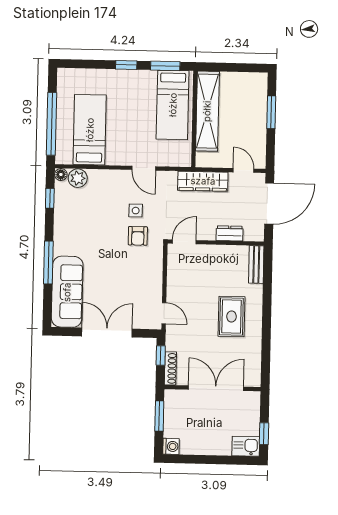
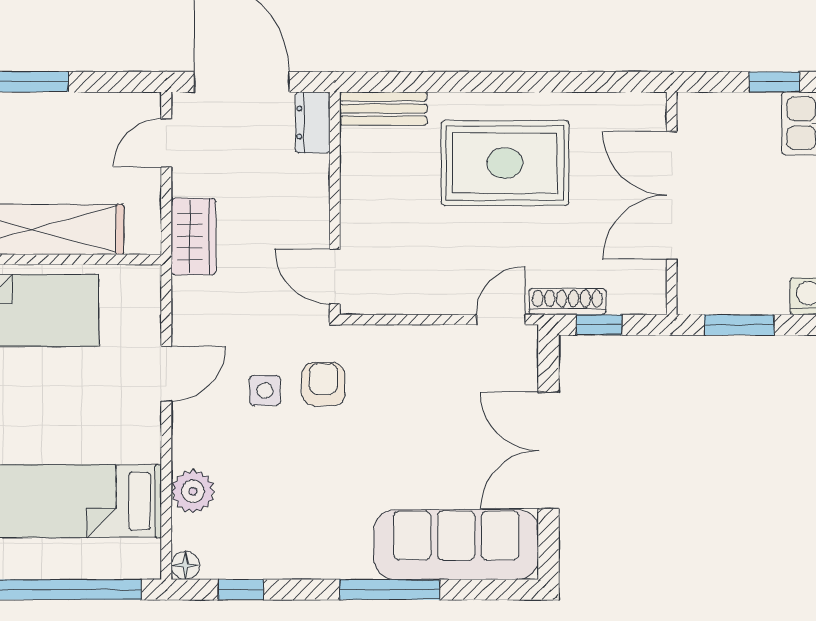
plant: (78, 178) -> (193, 491), moved
wardrobe: (203, 181) -> (193, 236), width x0.67
dresser: (230, 233) -> (313, 122), moved
armchair: (138, 236) -> (323, 384), turned -90
rug: (231, 316) -> (505, 163), width x1.36, depth x1.43
shoe rack: (170, 368) -> (567, 302), moved

